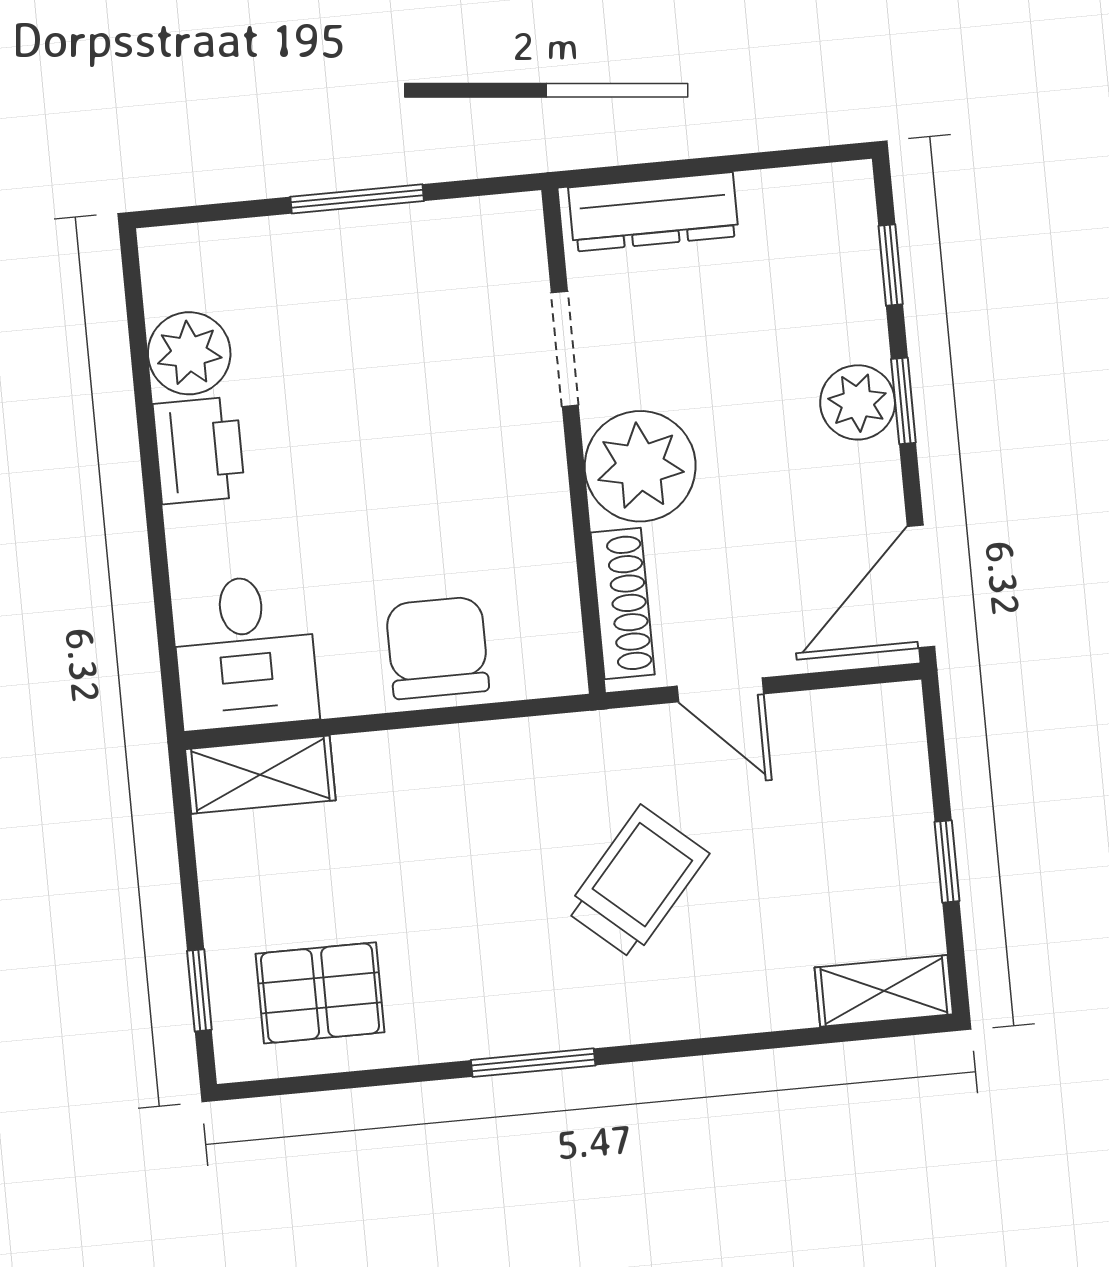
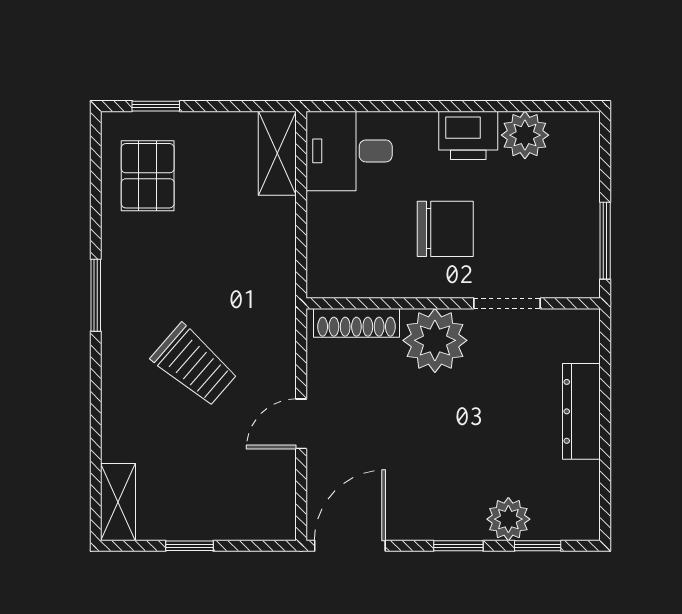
doorway: (565, 349) -> (507, 303), moved
plant: (858, 402) -> (508, 519), moved
wall: (574, 441) -> (453, 303), moved
plant: (640, 466) -> (435, 340), moved
door: (921, 587) -> (350, 546), hinge flipped
shoe rack: (623, 603) -> (356, 323), moved
chair: (437, 648) -> (445, 229), moved

